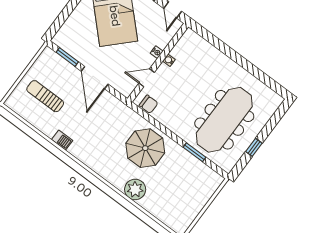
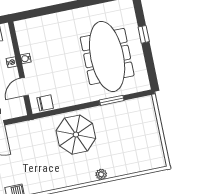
window: (254, 147) -> (144, 34), moved
plant: (135, 189) -> (101, 174), width x0.53, depth x0.53

